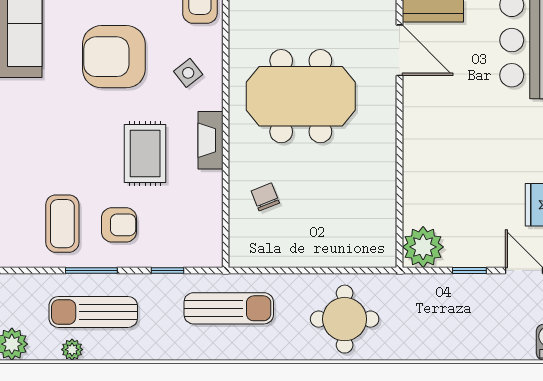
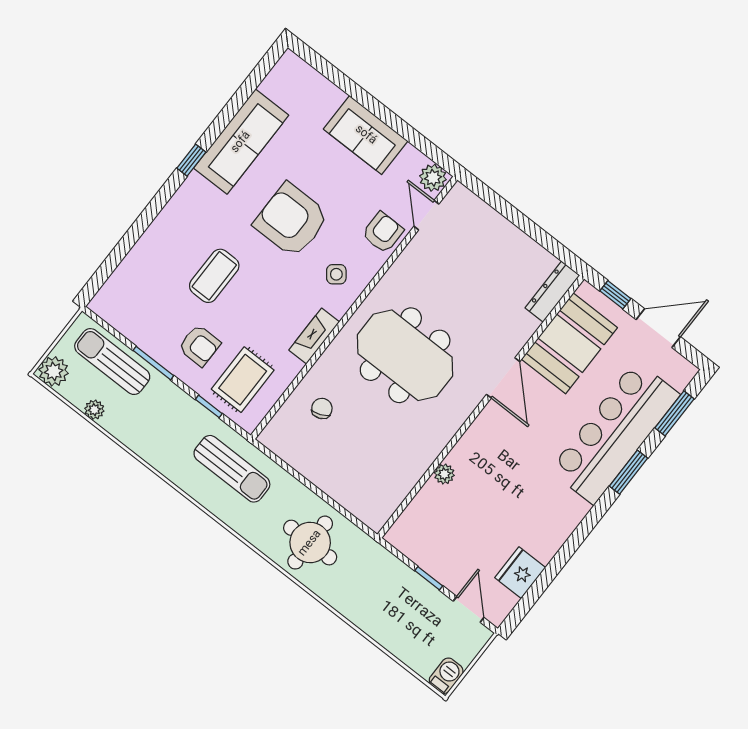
rug: (145, 154) -> (243, 380), moved
coffee table: (62, 224) -> (214, 276), moved
plant: (423, 247) -> (444, 474), moved, width x0.53, depth x0.53
sun lounger: (93, 312) -> (112, 362), moved

